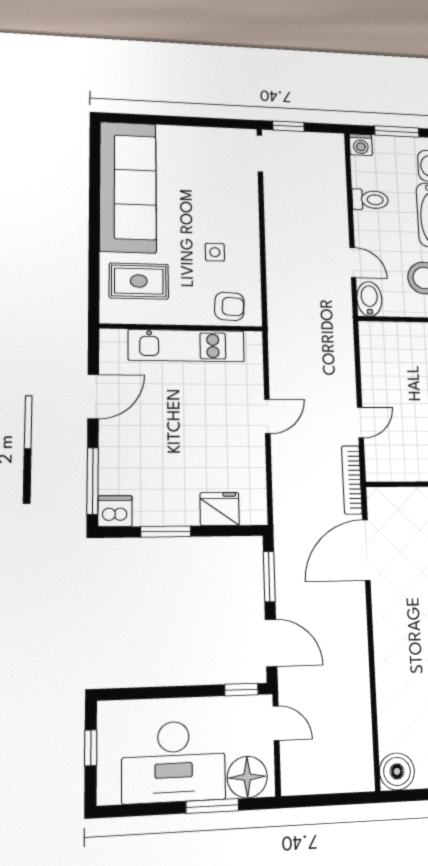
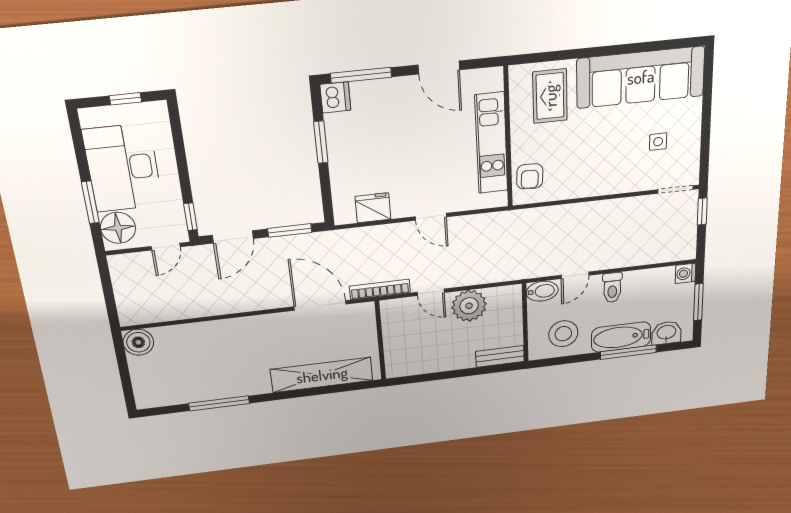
toilet: (370, 200) -> (612, 288), moved
side table: (215, 252) -> (658, 142), moved
plant: (381, 381) -> (469, 306), added
fridge: (220, 509) -> (373, 208), moved, turned -90

